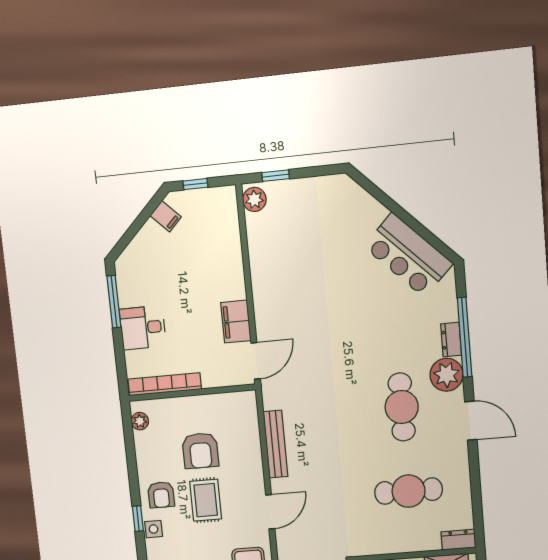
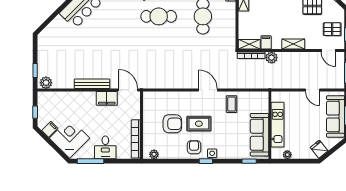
corner desk: (153, 257) -> (70, 138), added
bench: (275, 444) -> (92, 84), moved
armchair: (161, 495) -> (194, 147), turned -90

